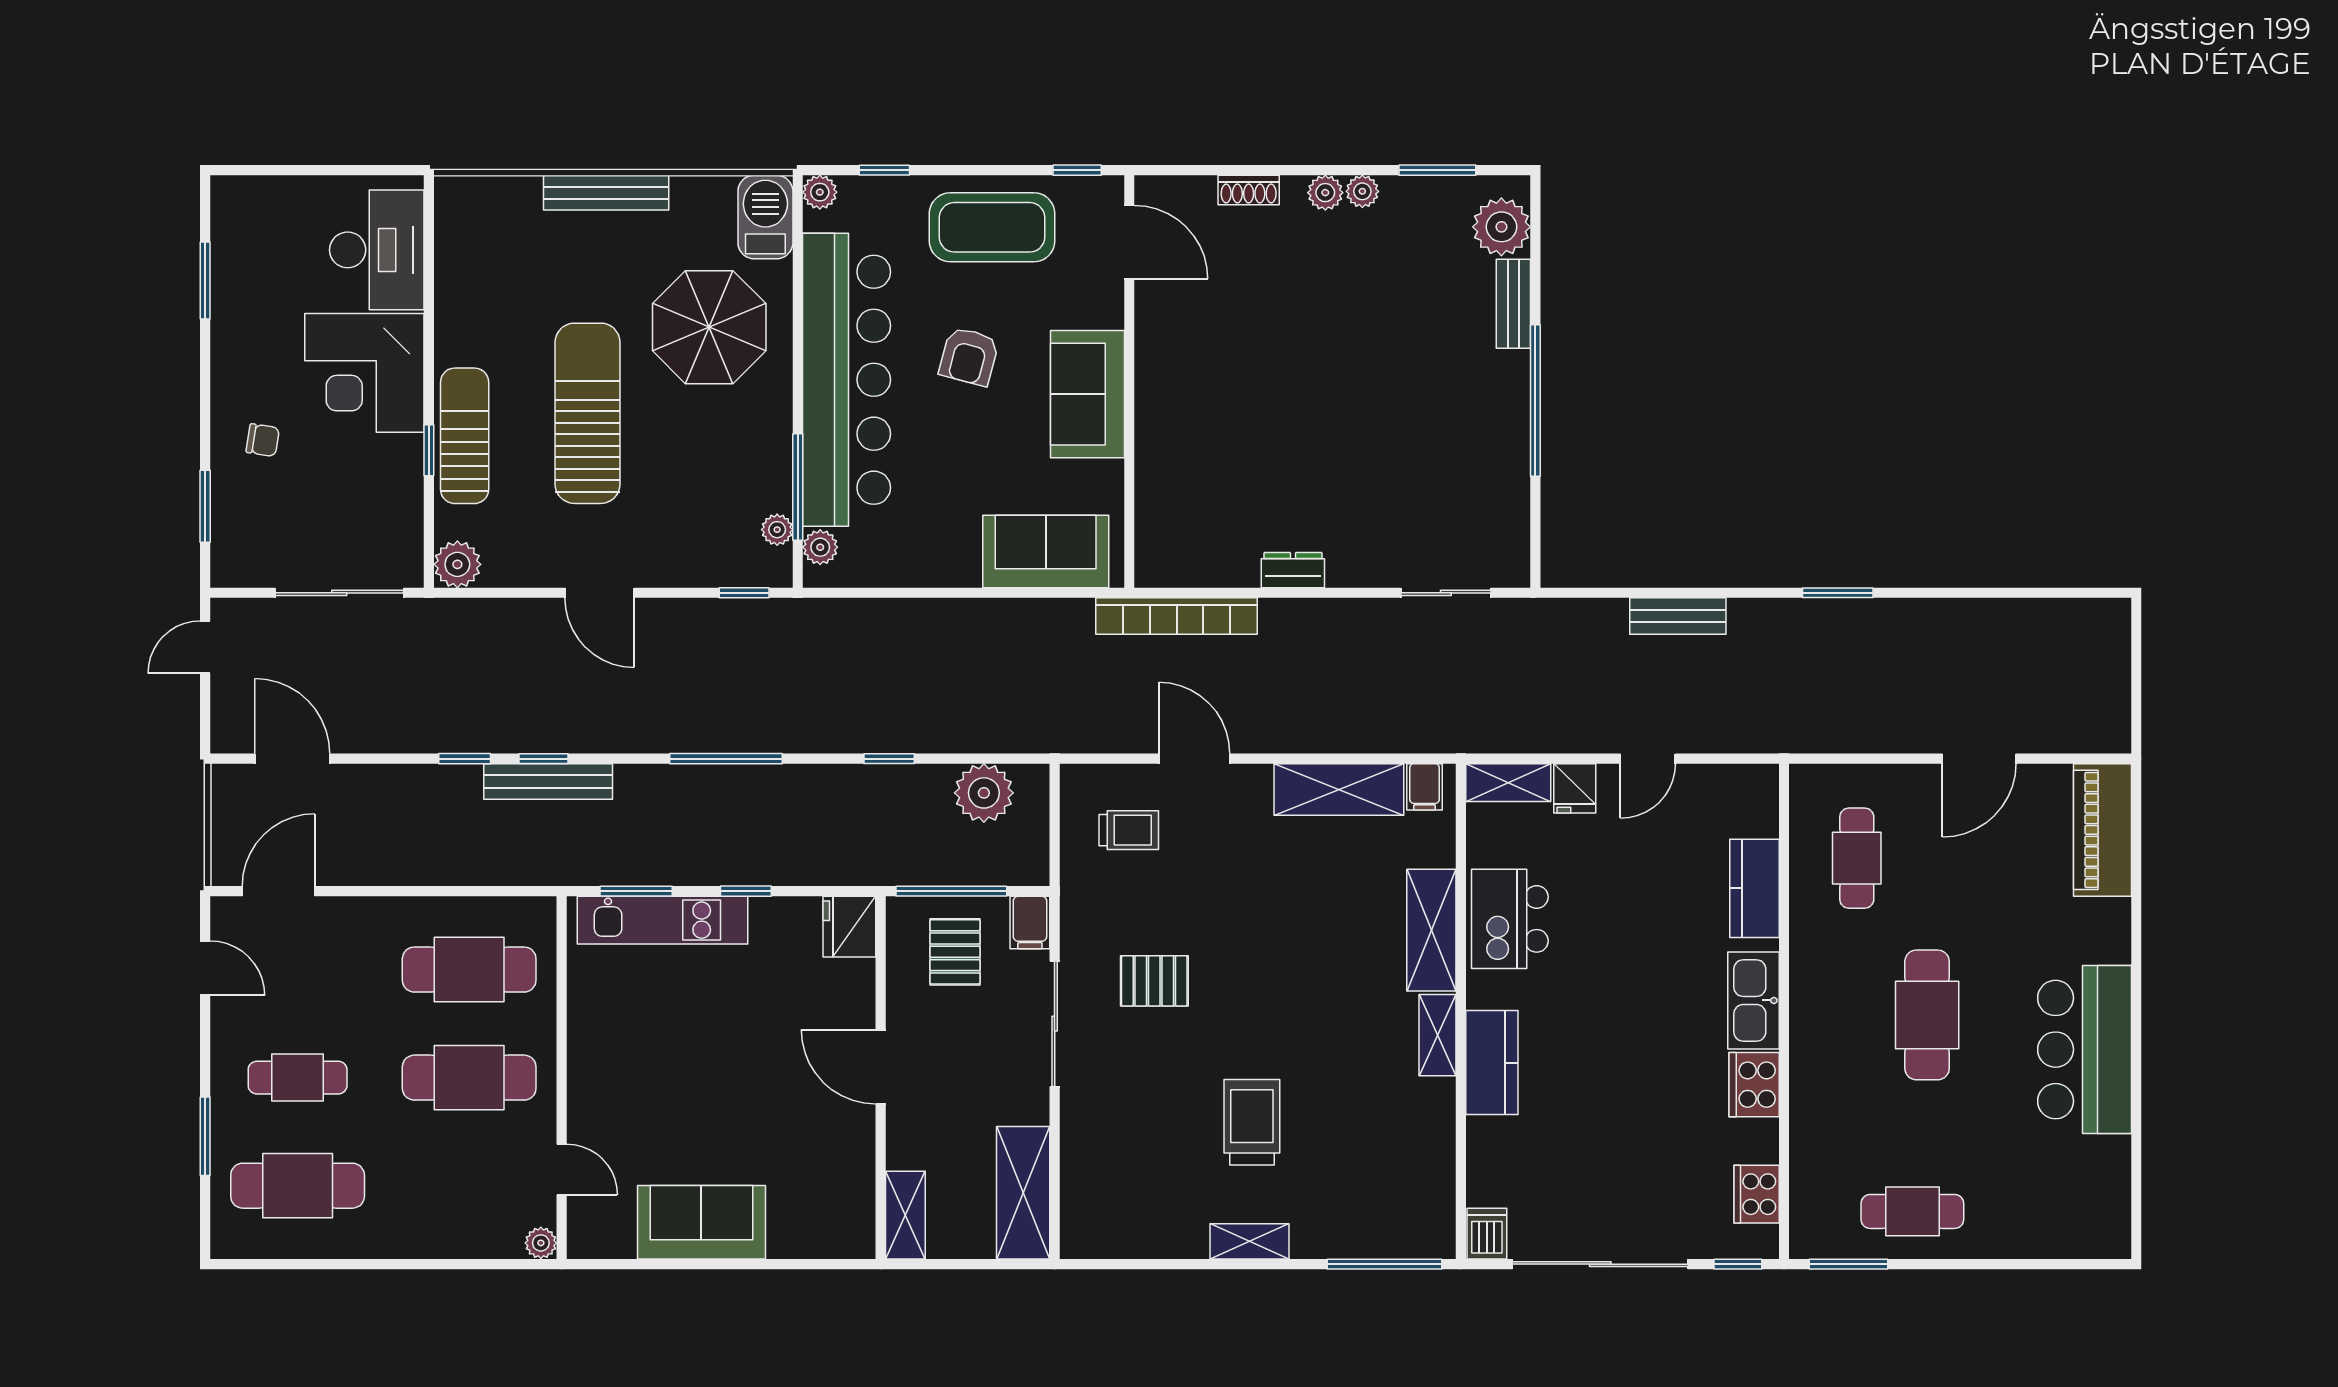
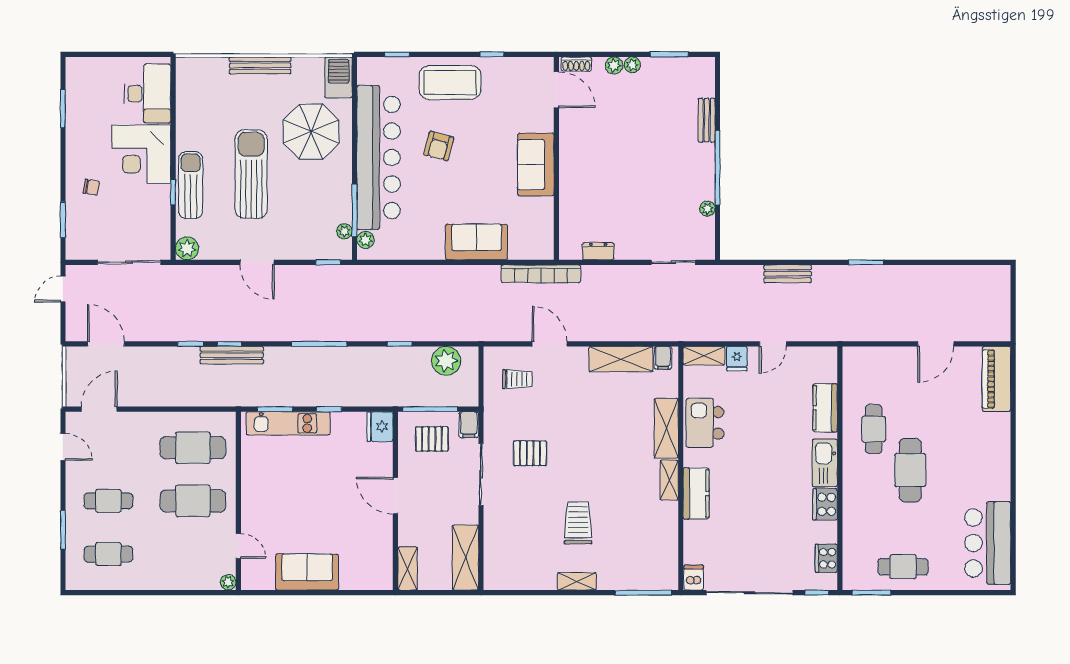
plant: (820, 192) -> (365, 65), removed
plant: (1501, 227) -> (707, 209), moved, width x0.53, depth x0.53
door: (1129, 242) -> (556, 90), moved
wall: (1129, 381) -> (556, 158), moved
sofa: (1087, 394) -> (536, 165), moved
cafe table: (1857, 858) -> (874, 429), moved
pallet: (955, 952) -> (432, 439), turned 90
bar counter: (2085, 1050) -> (988, 543), moved
cafe table: (298, 1186) -> (108, 554), width x0.73, depth x0.74

